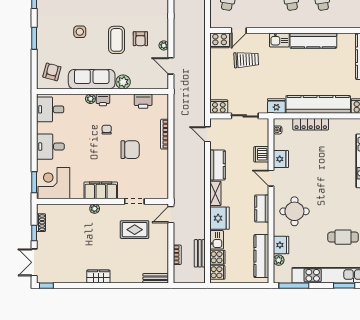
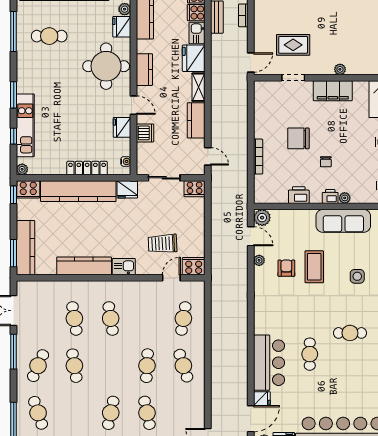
plant: (123, 82) -> (262, 218), moved
printer: (143, 101) -> (299, 195), moved
round table: (294, 211) -> (106, 66), width x1.36, depth x1.36

